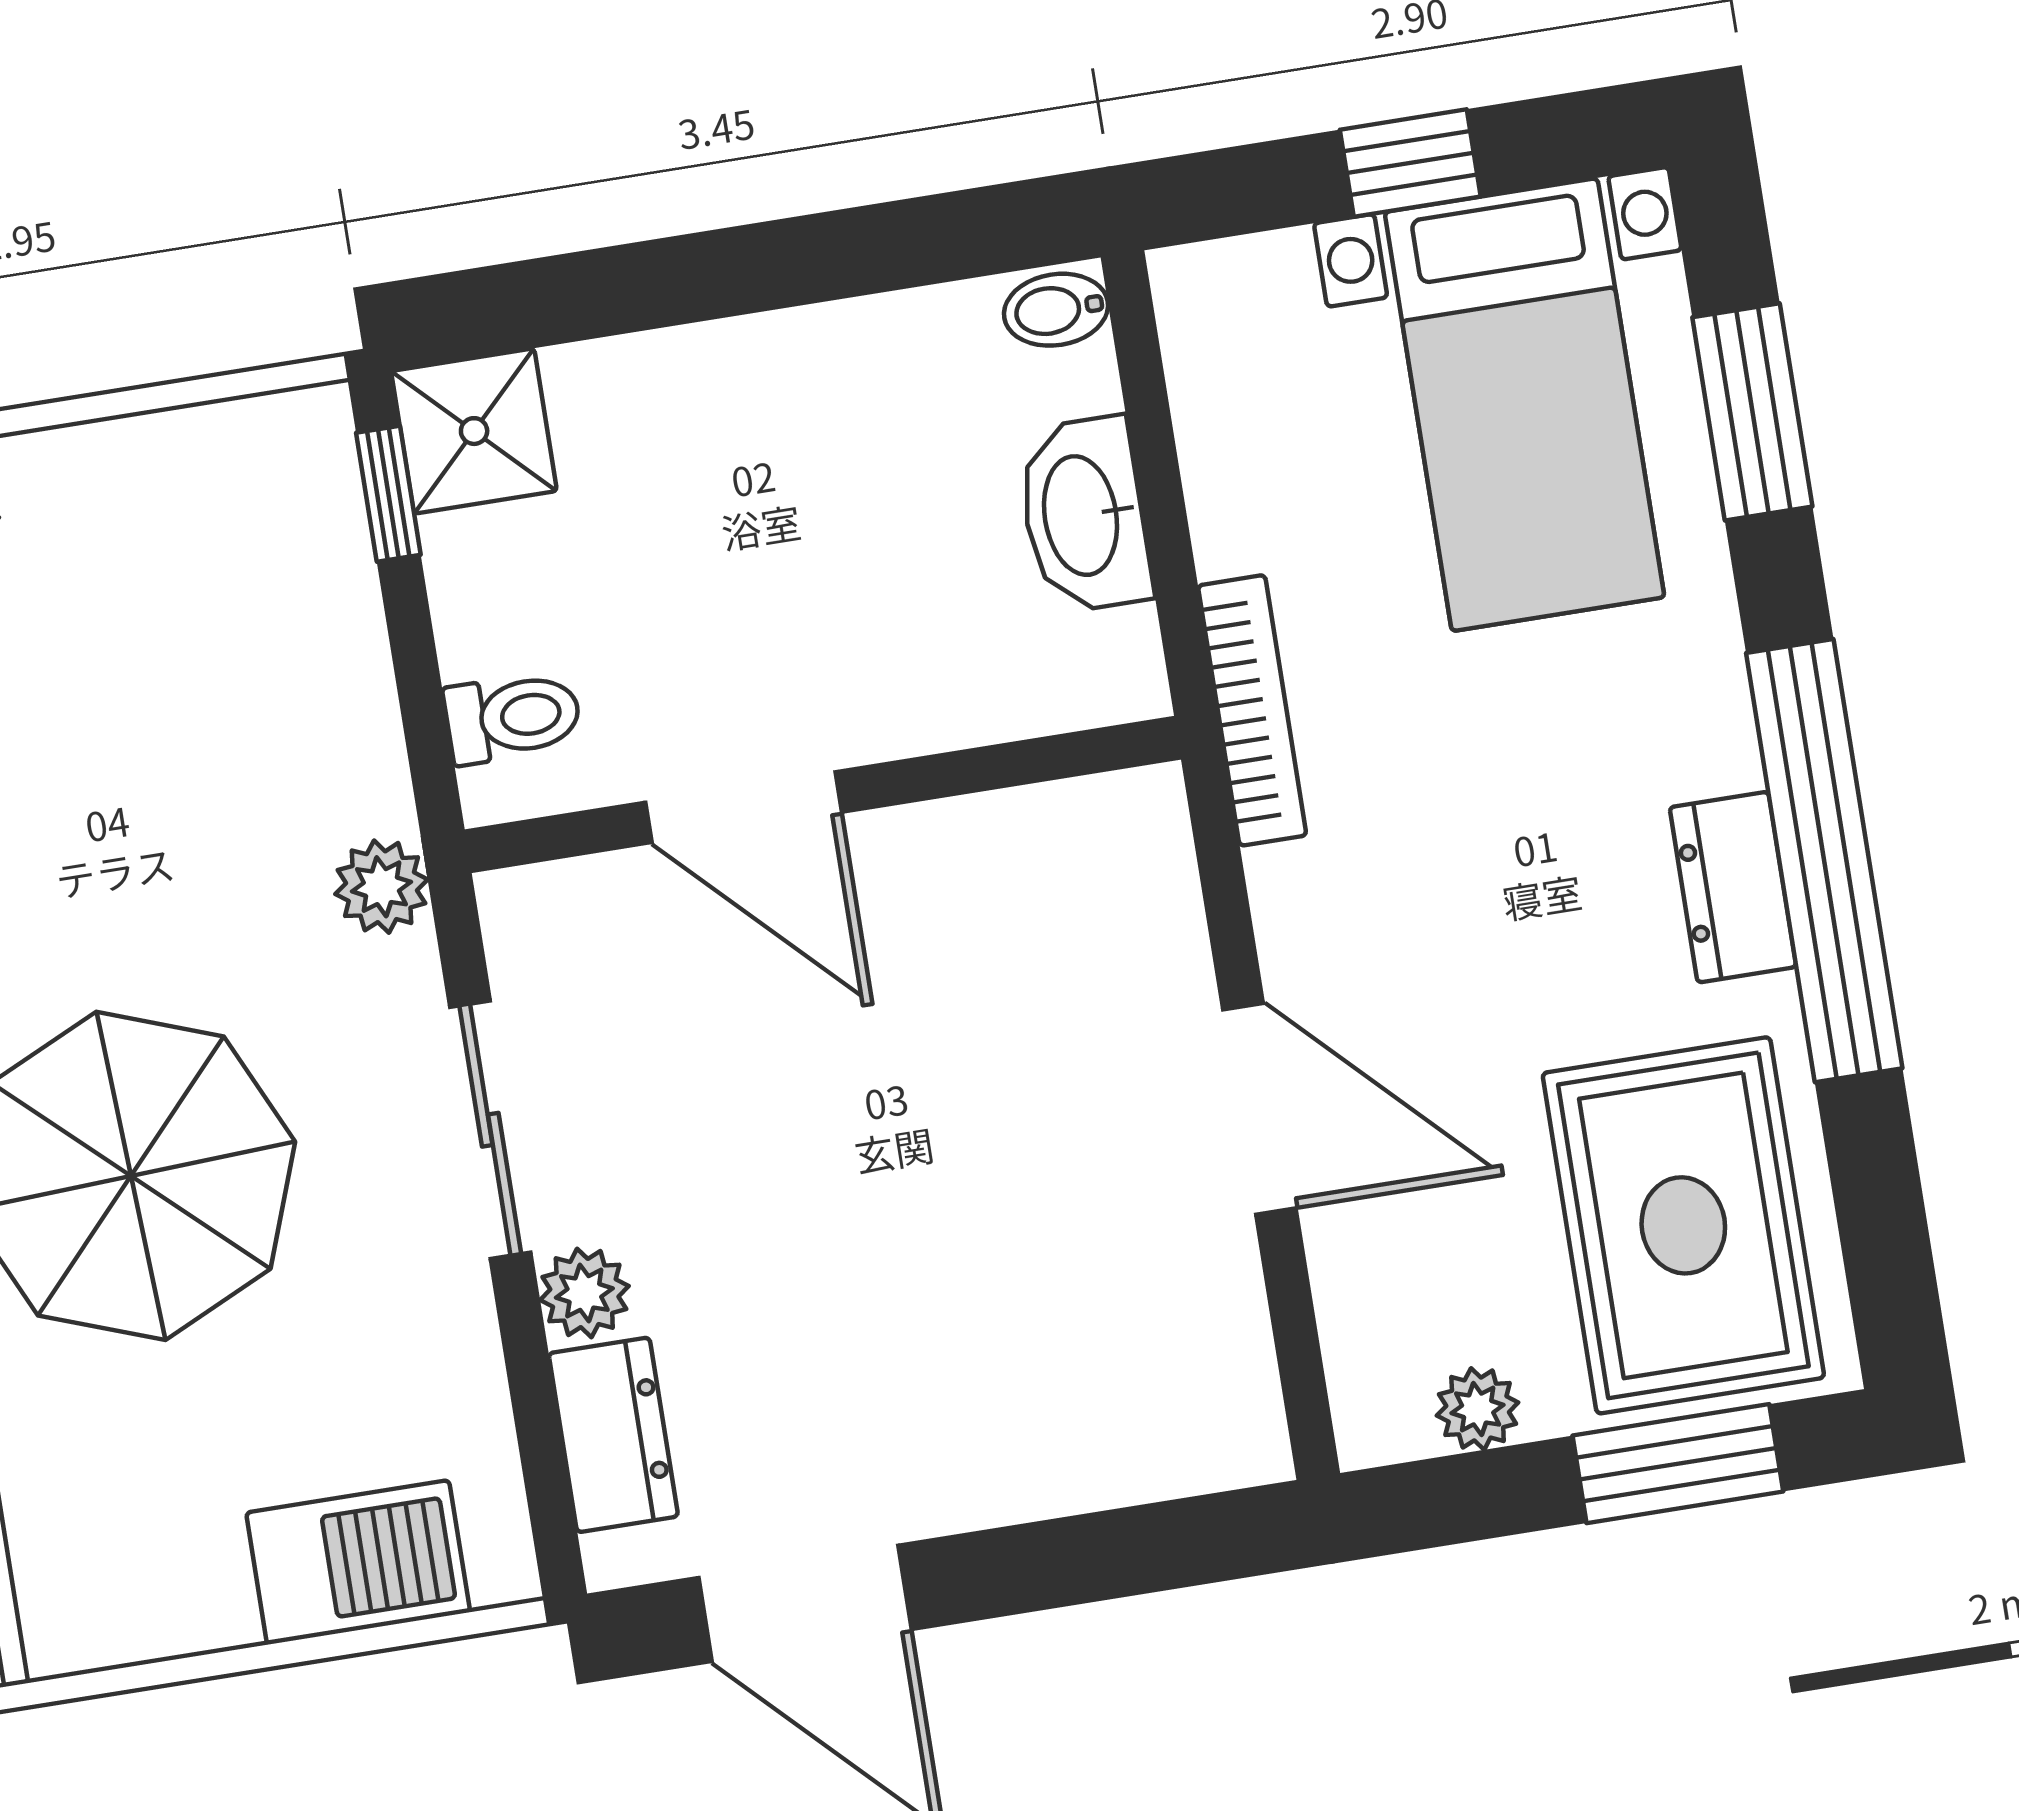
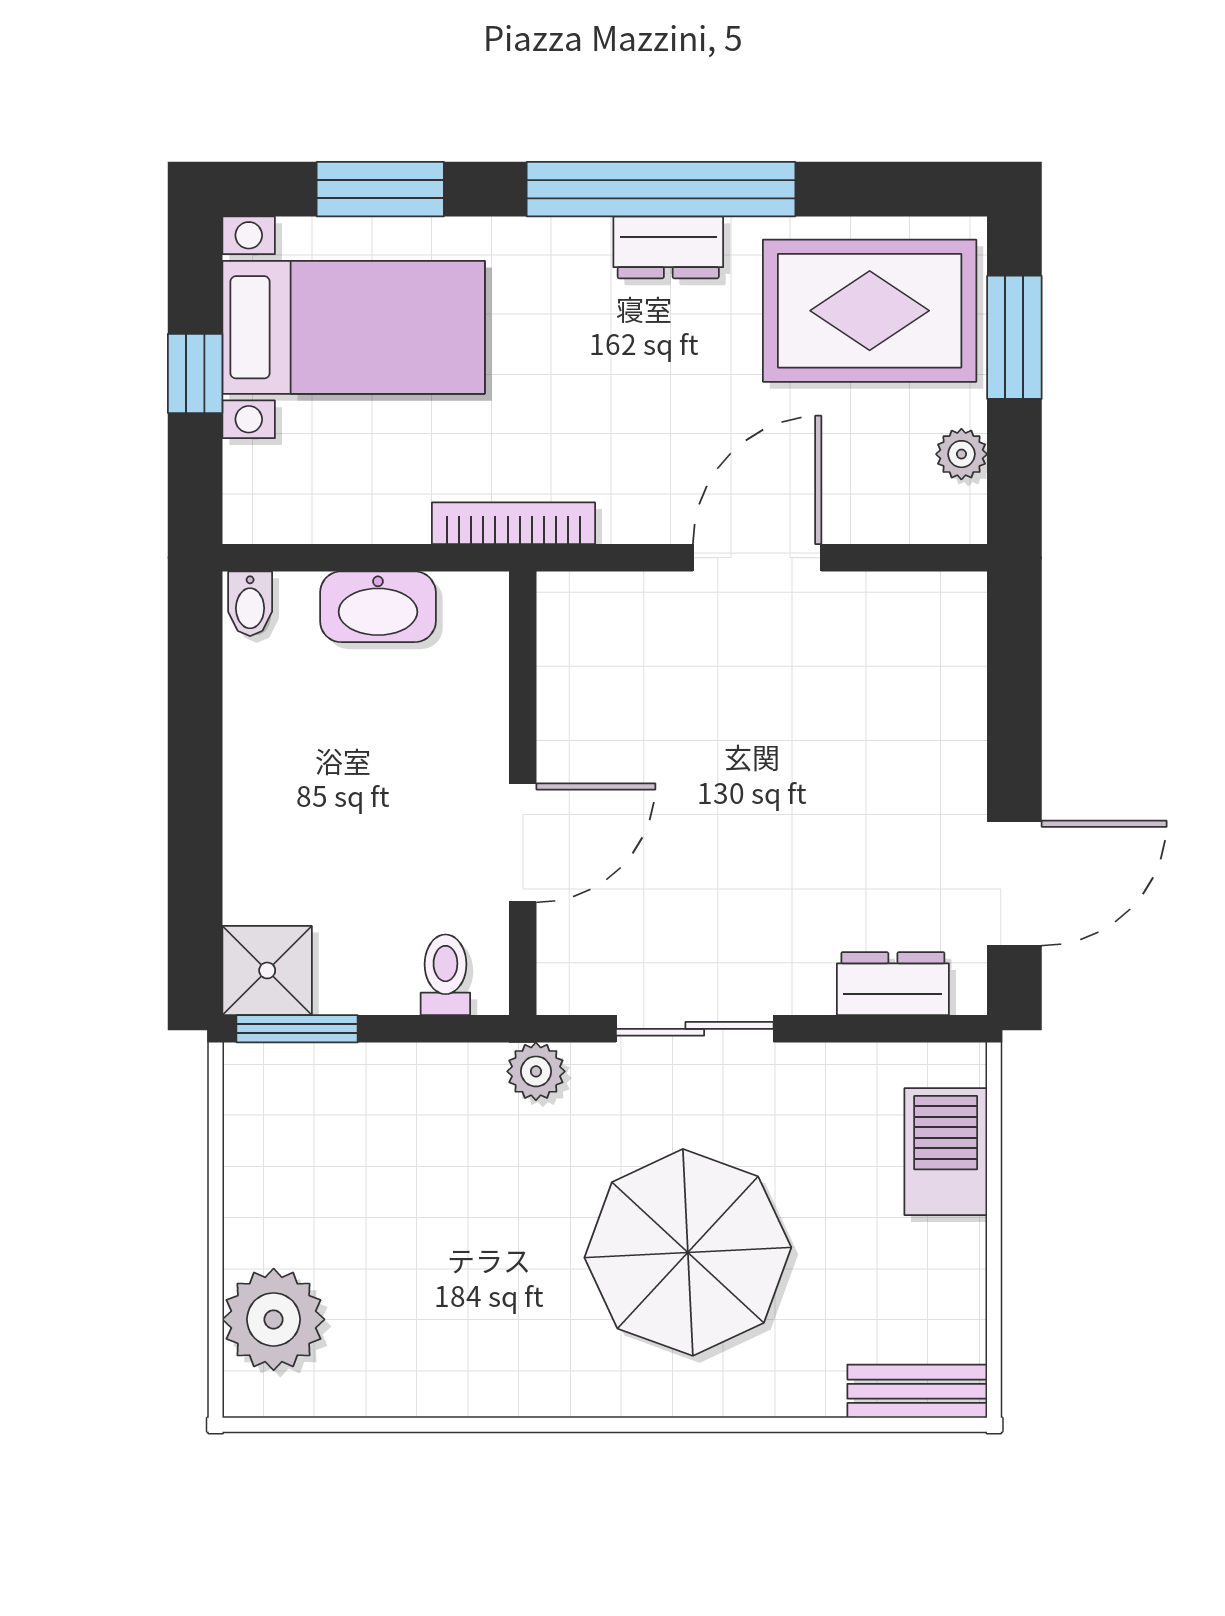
window: (388, 494) -> (297, 1029), width x1.50
plant: (584, 1293) -> (804, 987), removed

